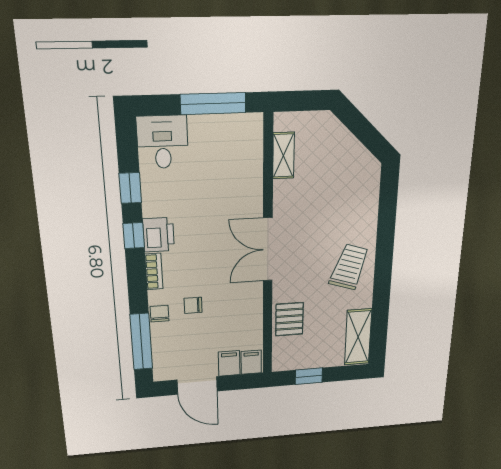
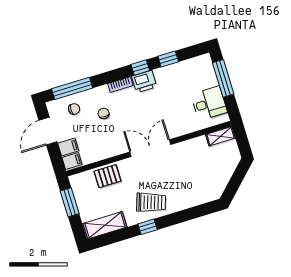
window: (213, 104) -> (223, 78), moved
desk: (163, 142) -> (209, 103), moved
shelving: (283, 156) -> (220, 136), moved
window: (382, 280) -> (148, 227), added
chair: (160, 314) -> (74, 109), moved
window: (309, 376) -> (70, 202), width x1.50

